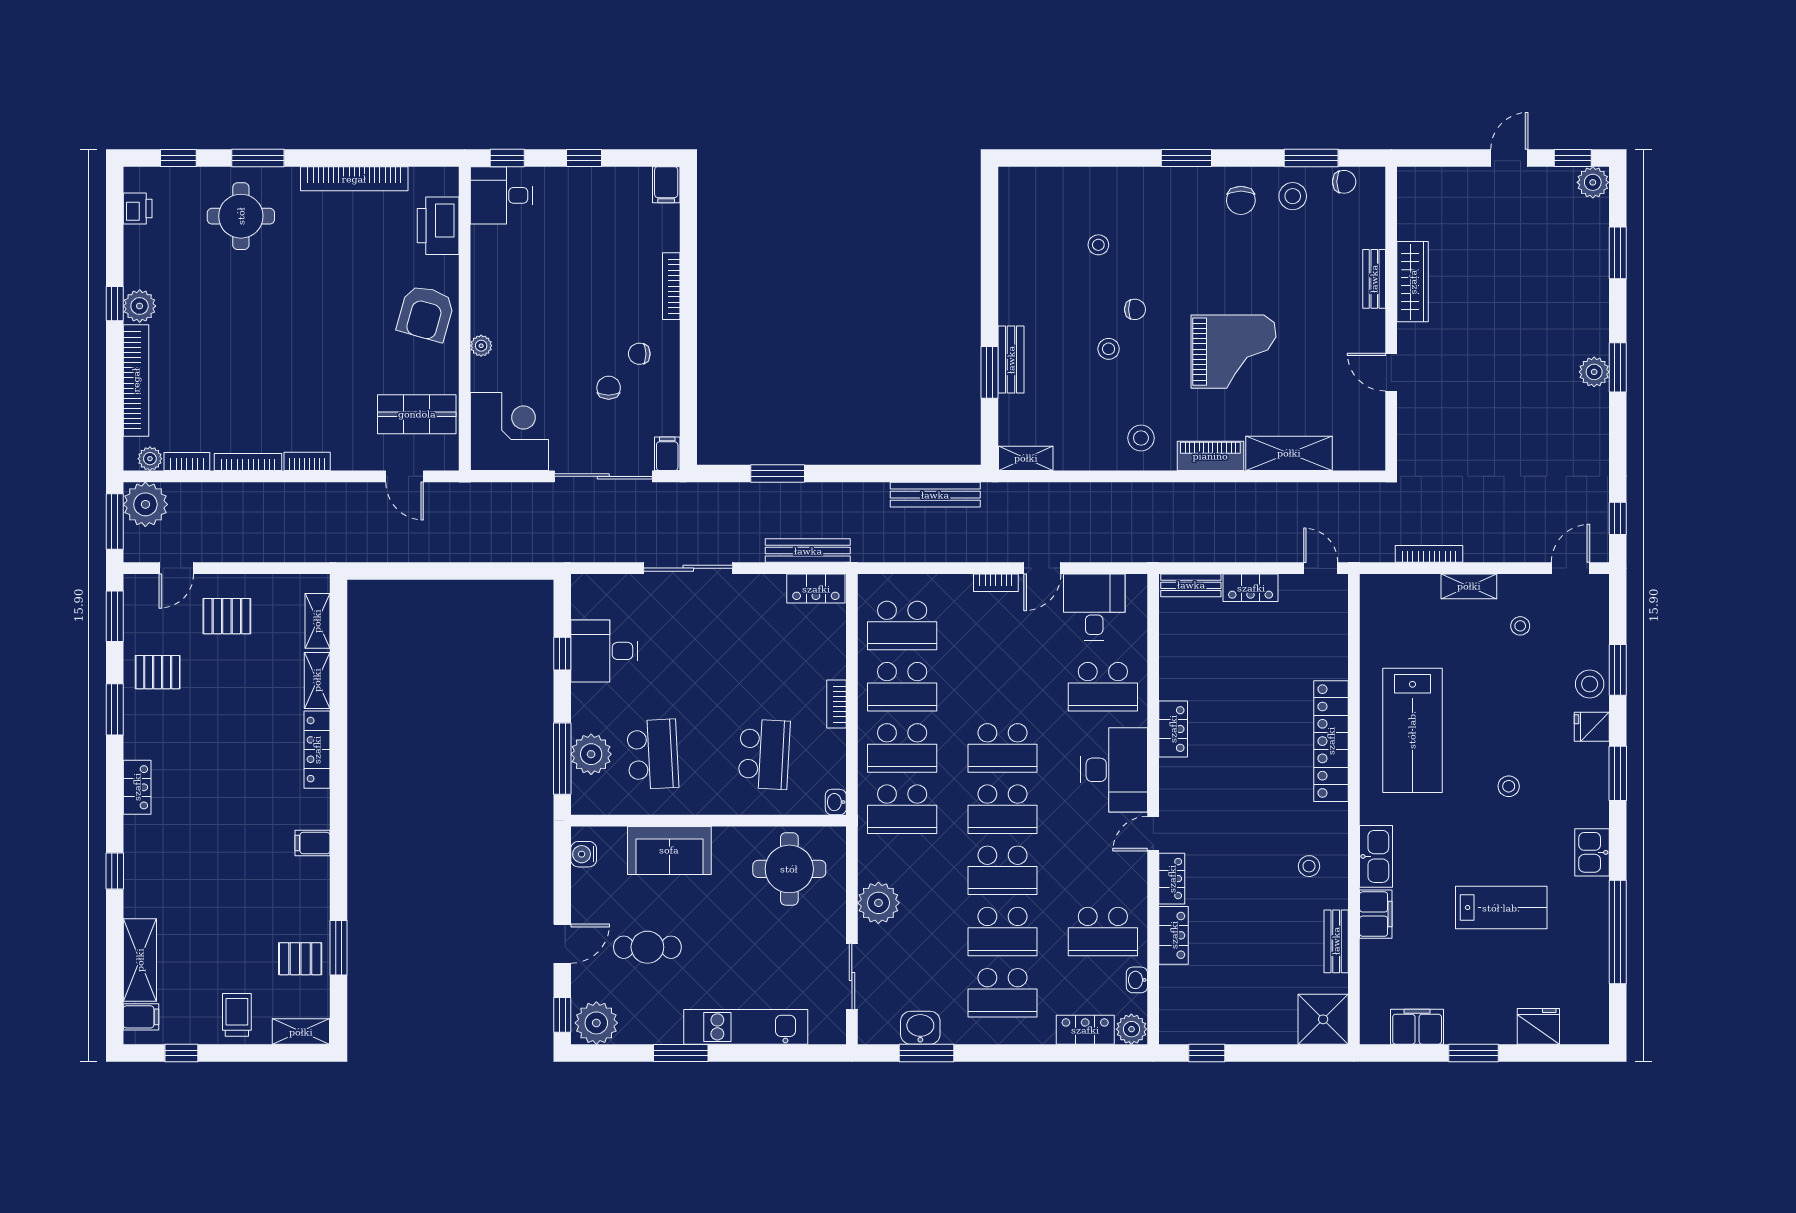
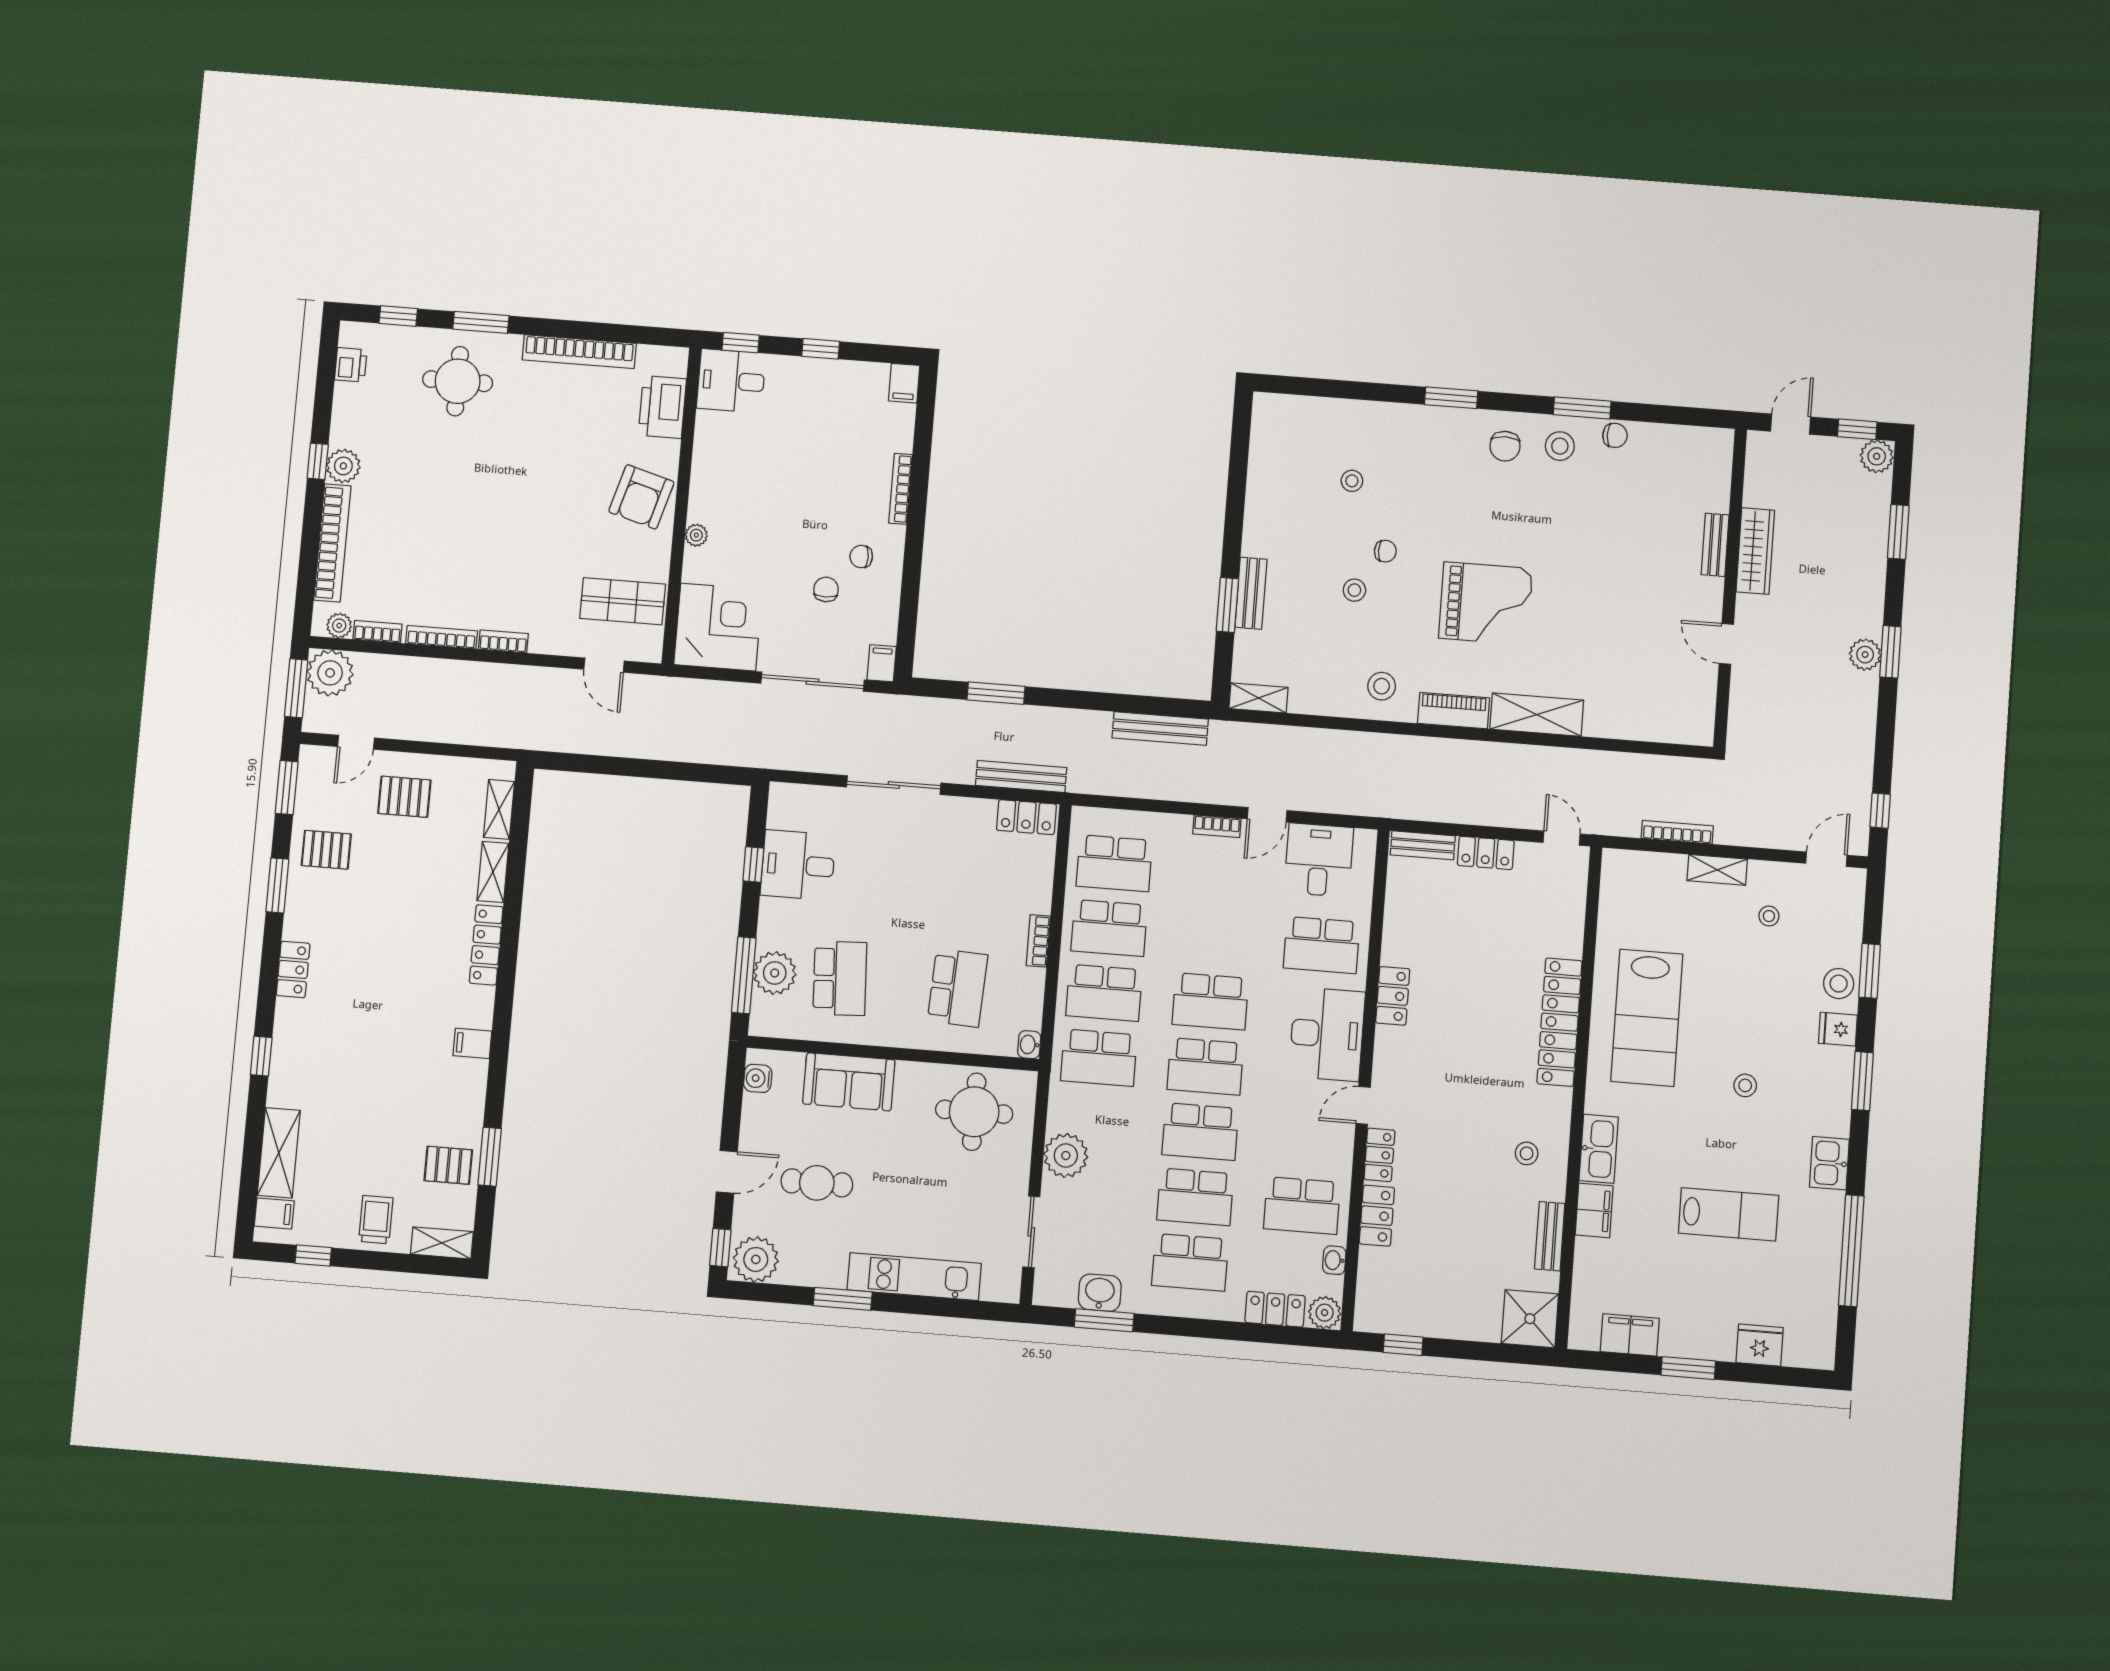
bench: (1374, 279) -> (1715, 545), moved
wardrobe: (1413, 282) -> (1755, 551), moved
wall: (1391, 319) -> (1730, 588), moved
door: (1391, 372) -> (1726, 644), moved

